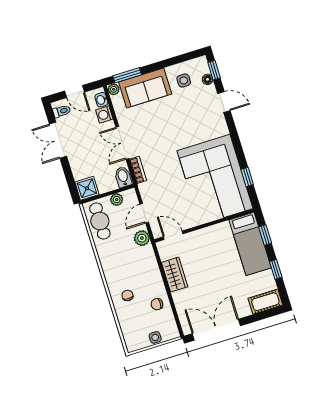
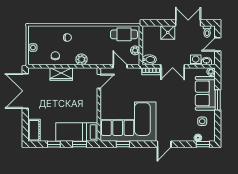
window: (127, 75) -> (218, 100), moved
door: (224, 102) -> (164, 144), moved
double door: (122, 143) -> (173, 66), swing flipped
shower: (87, 188) -> (168, 32), moved
plant: (142, 238) -> (81, 59), moved
wardrobe: (175, 275) -> (61, 74), moved
double door: (216, 330) -> (25, 91), swing flipped

